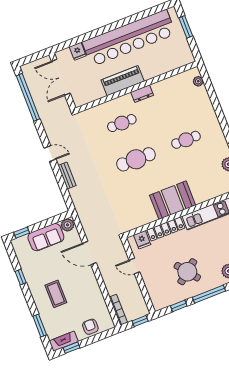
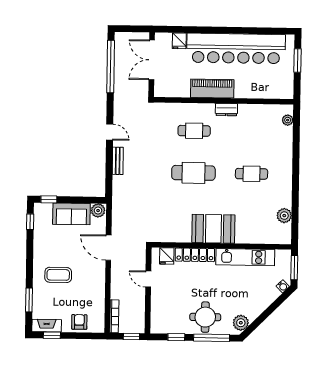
round table: (187, 272) -> (205, 317), moved, turned 38
window: (21, 277) -> (30, 222), moved
coffee table: (56, 294) -> (58, 275), turned 90

